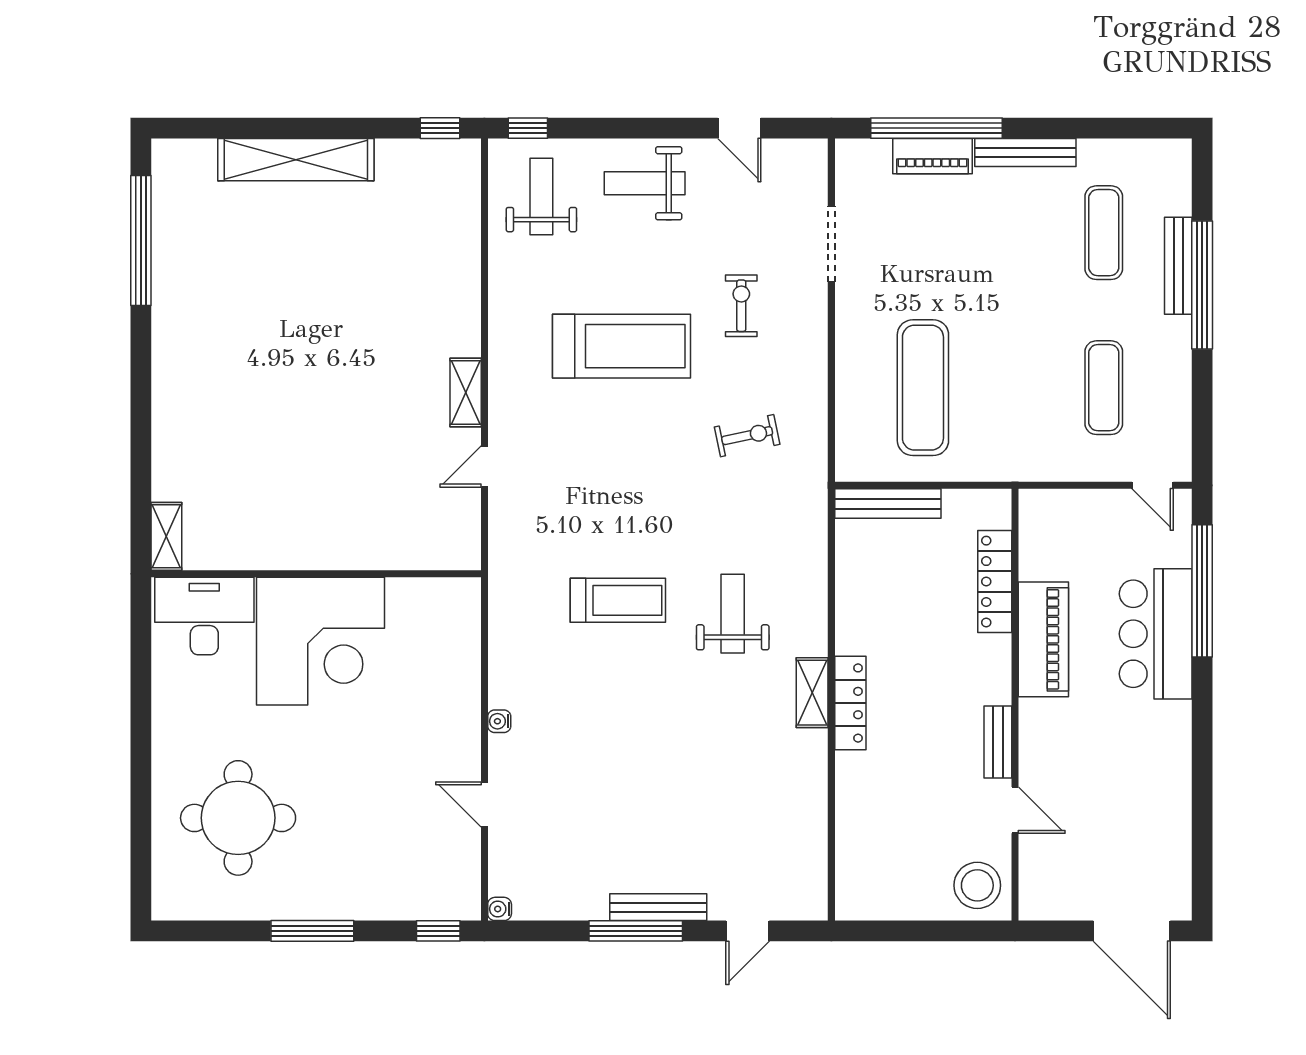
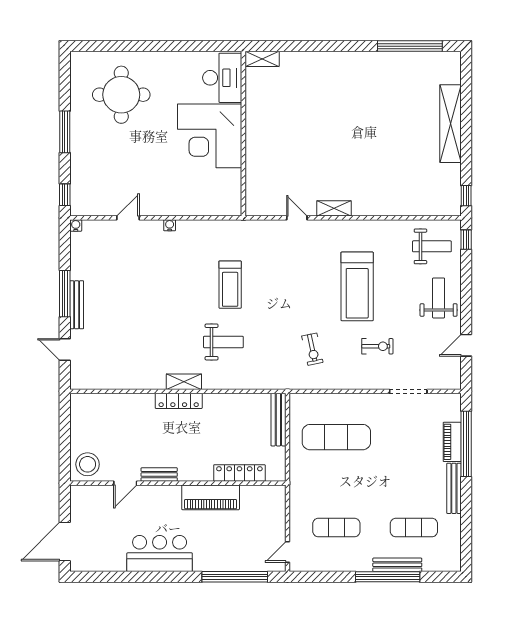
bar counter: (1156, 634) -> (160, 553), moved

